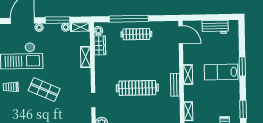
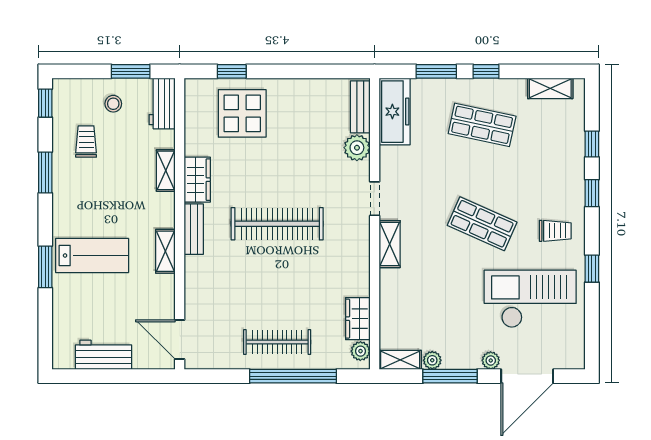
shelving: (86, 57) -> (390, 244), moved
wardrobe: (174, 107) -> (197, 180), added

